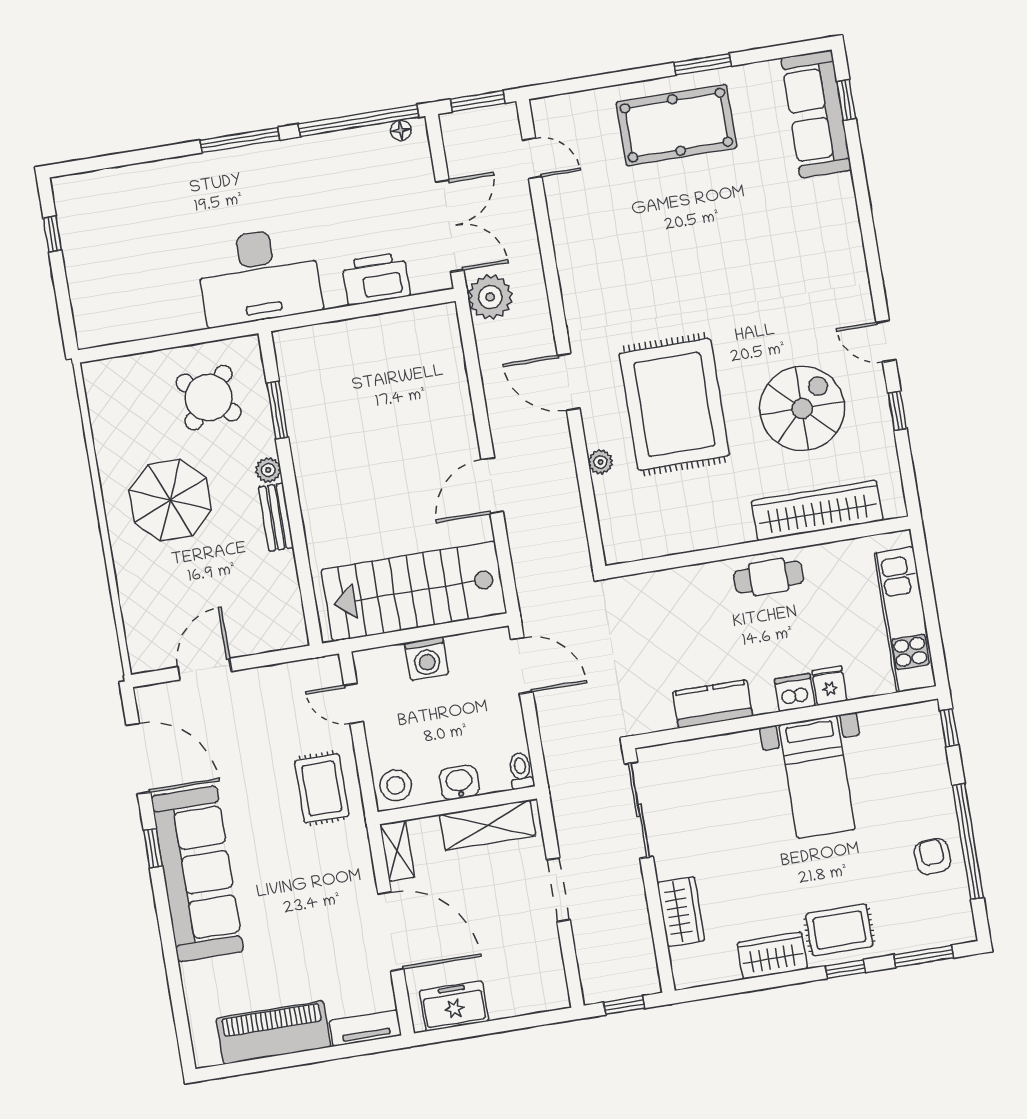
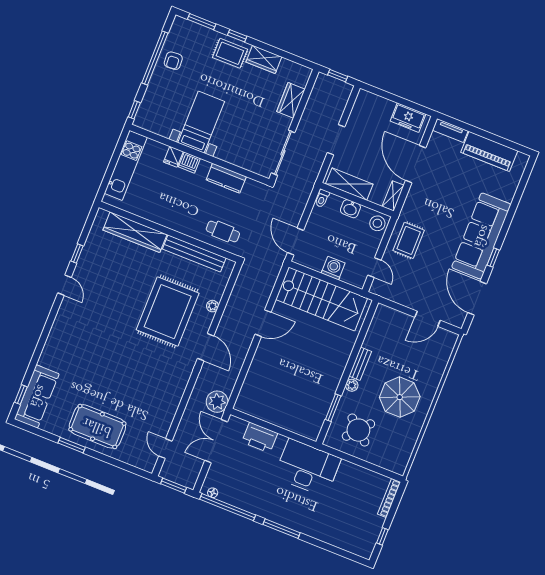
bookcase: (81, 309) -> (389, 498), added
spiral stairs: (802, 408) -> (116, 278), removed
bench: (689, 536) -> (194, 253), added
cafe table: (769, 577) -> (223, 232), moved

